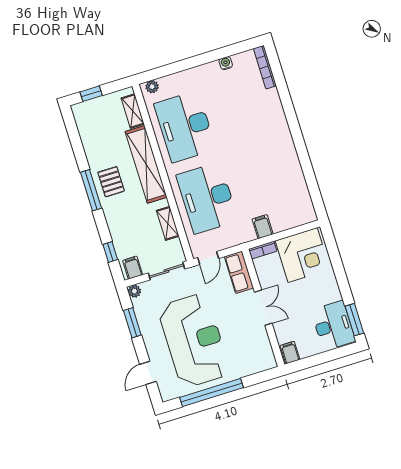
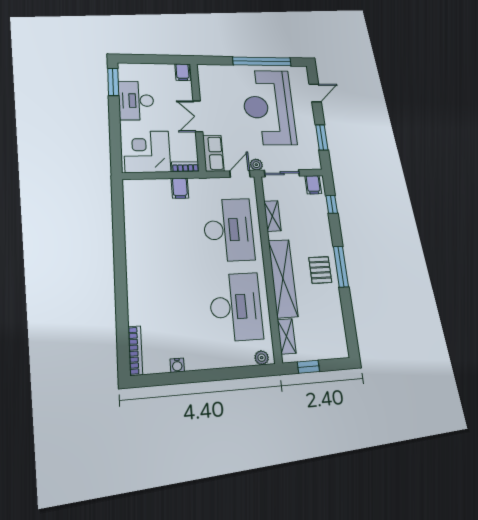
window: (91, 94) -> (308, 367), moved
plant: (134, 291) -> (256, 165), moved
desk: (333, 326) -> (136, 101), moved

